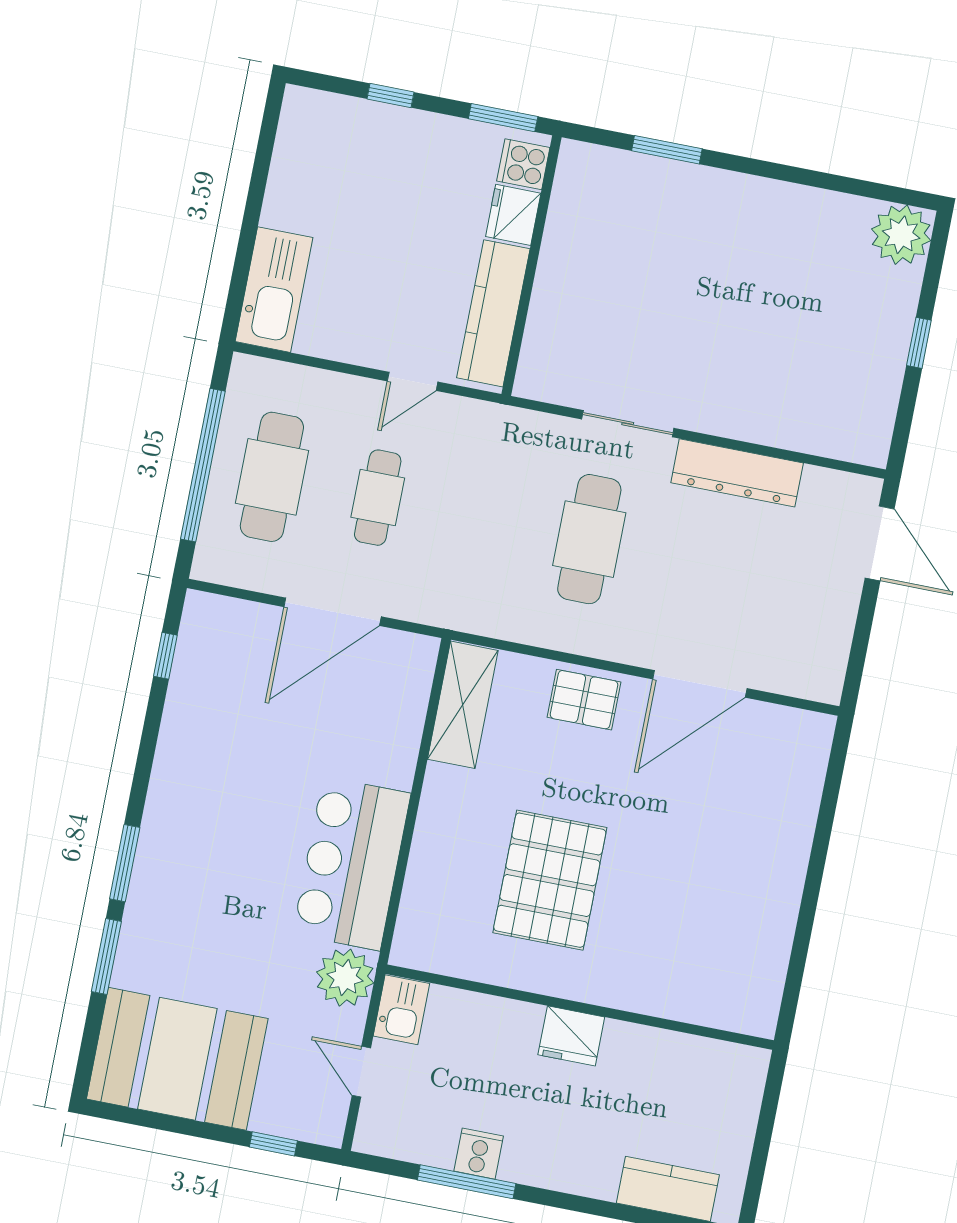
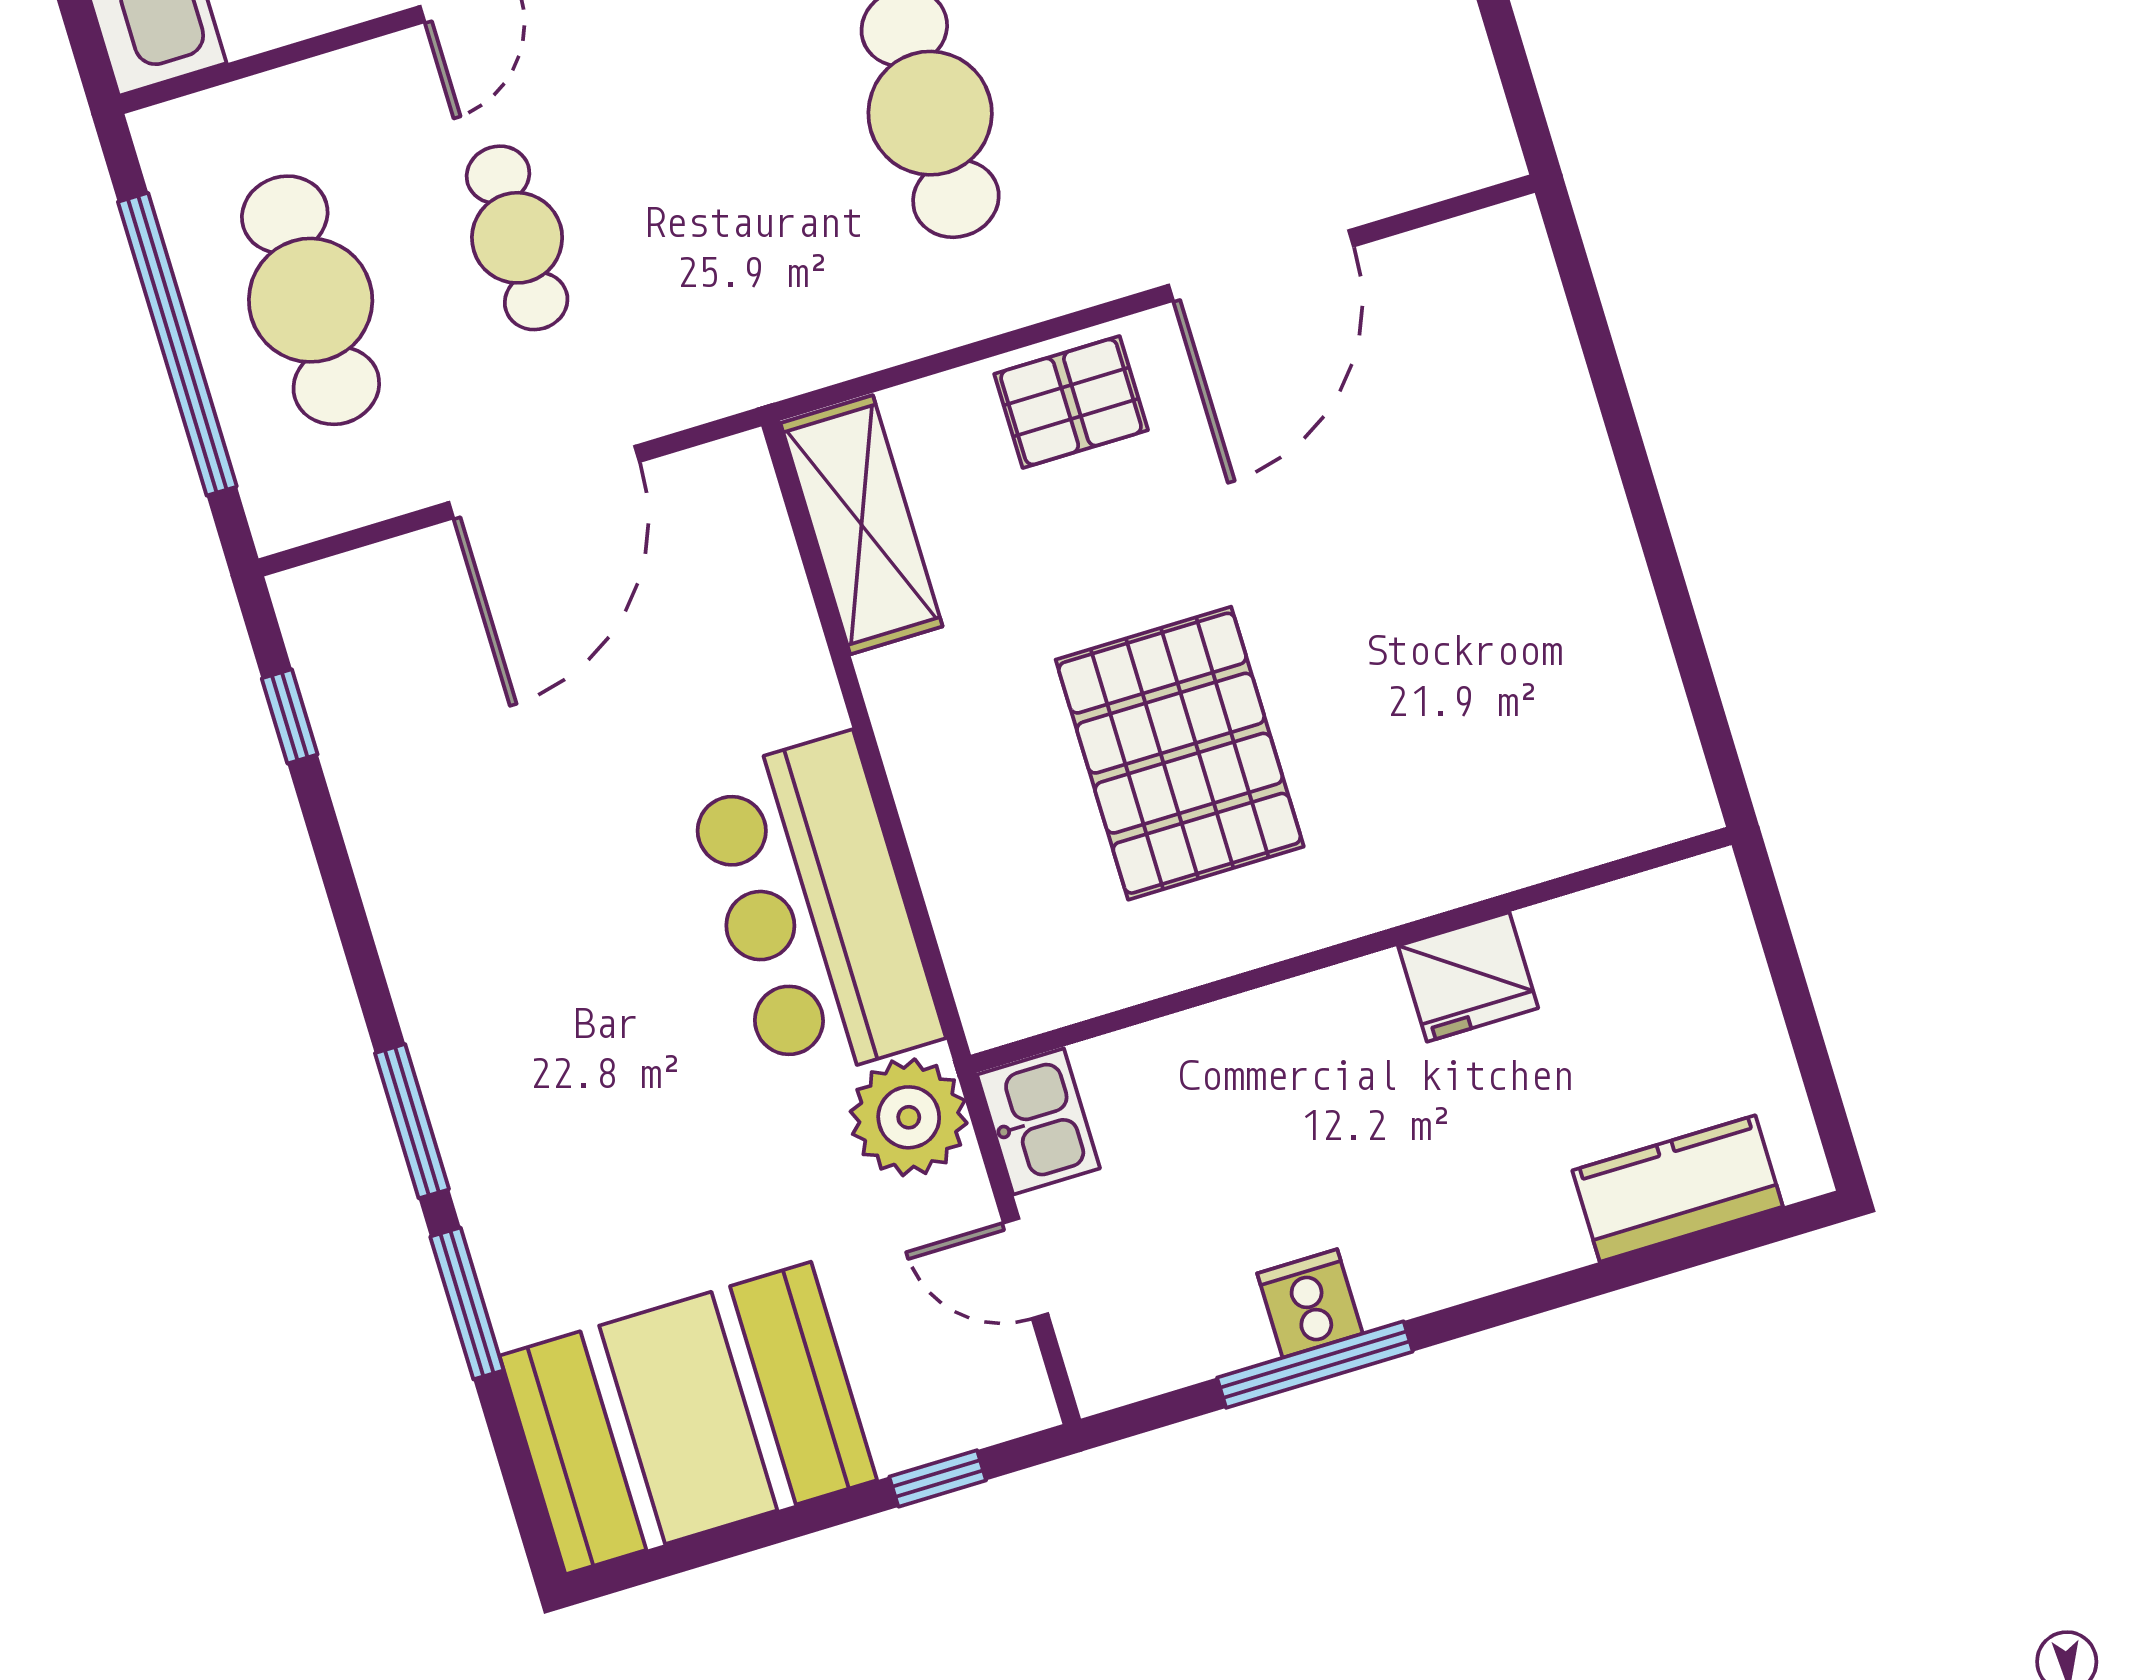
fridge: (571, 1036) -> (1468, 977), moved

